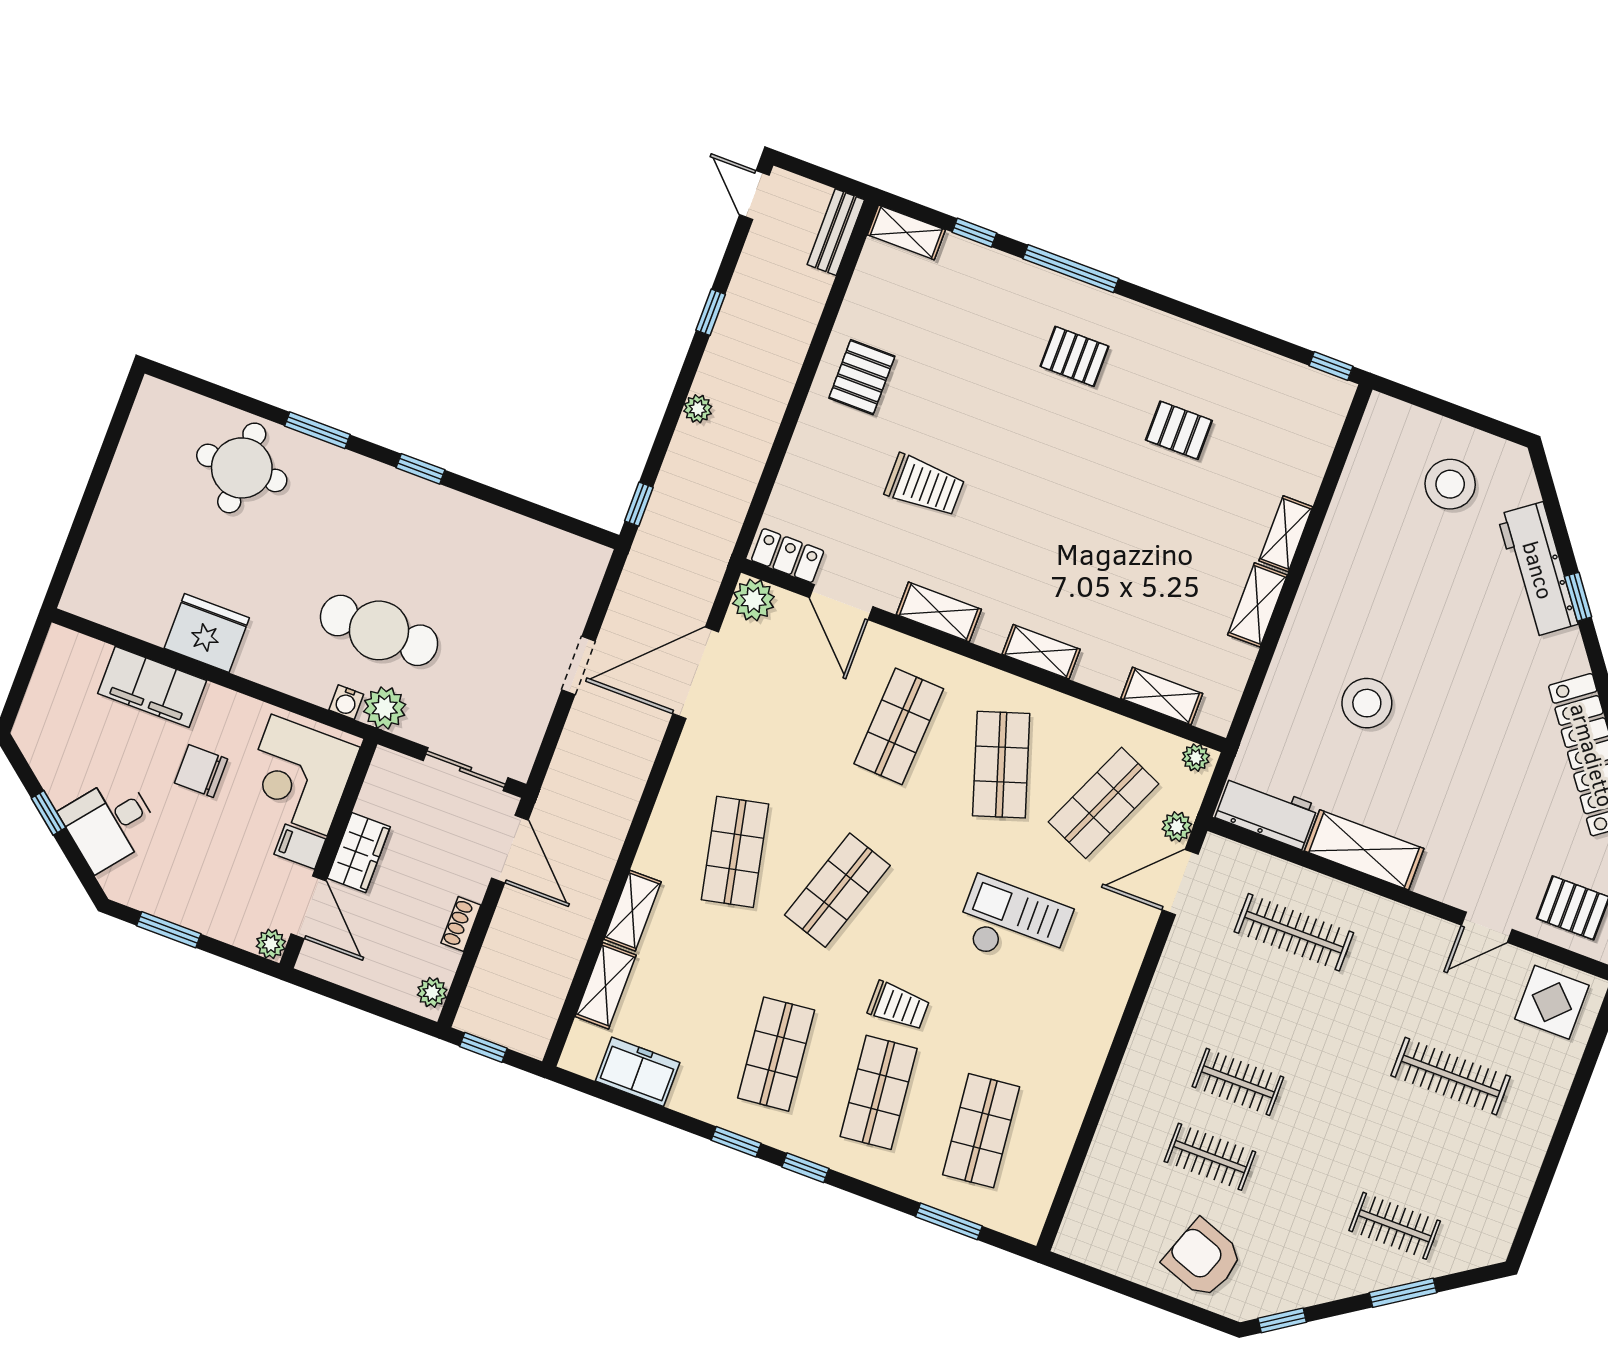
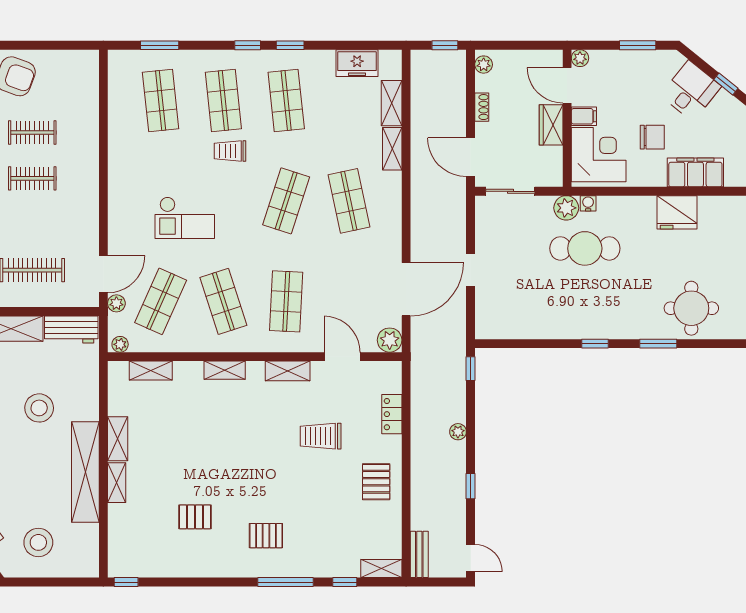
locker: (788, 556) -> (392, 414), moved, turned 90
shelving: (1330, 570) -> (85, 472), added

